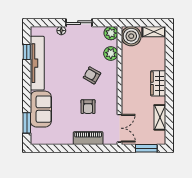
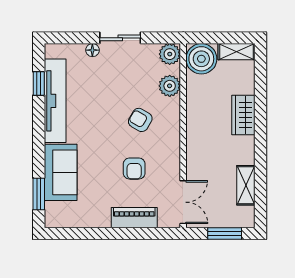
wardrobe: (158, 83) -> (243, 115), moved

